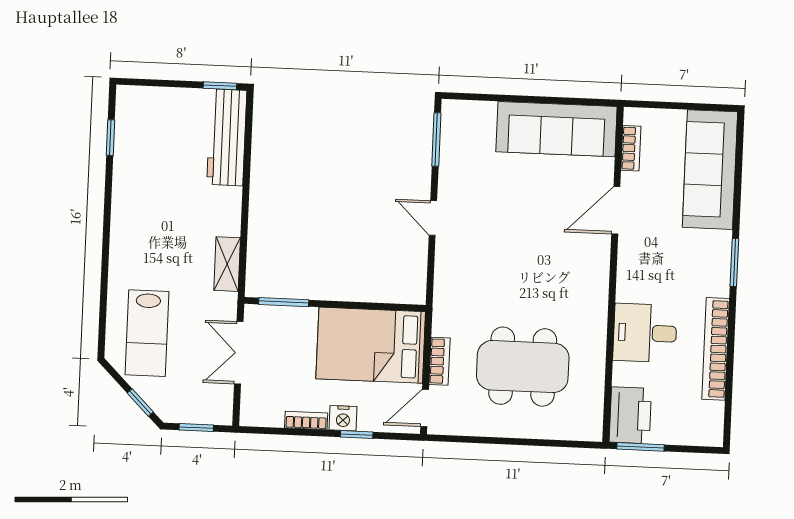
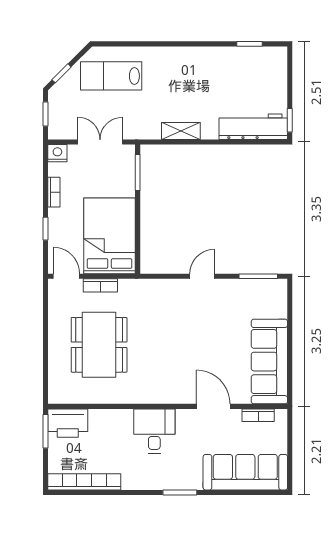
shelving: (227, 264) -> (181, 131), moved
desk: (645, 333) -> (154, 431), moved
bookcase: (716, 349) -> (84, 482), moved
nightstand: (343, 418) -> (57, 153), moved, turned 90

